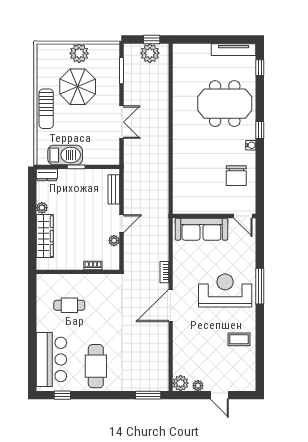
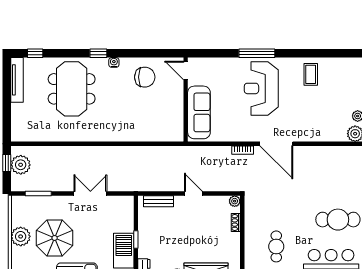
door: (243, 216) -> (186, 70), swing flipped
plant: (114, 241) -> (235, 201), moved

